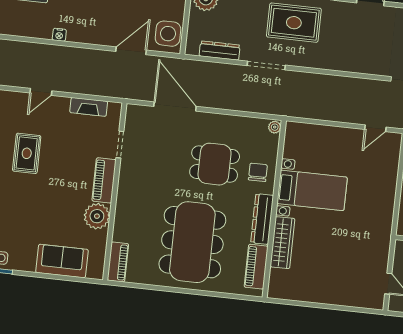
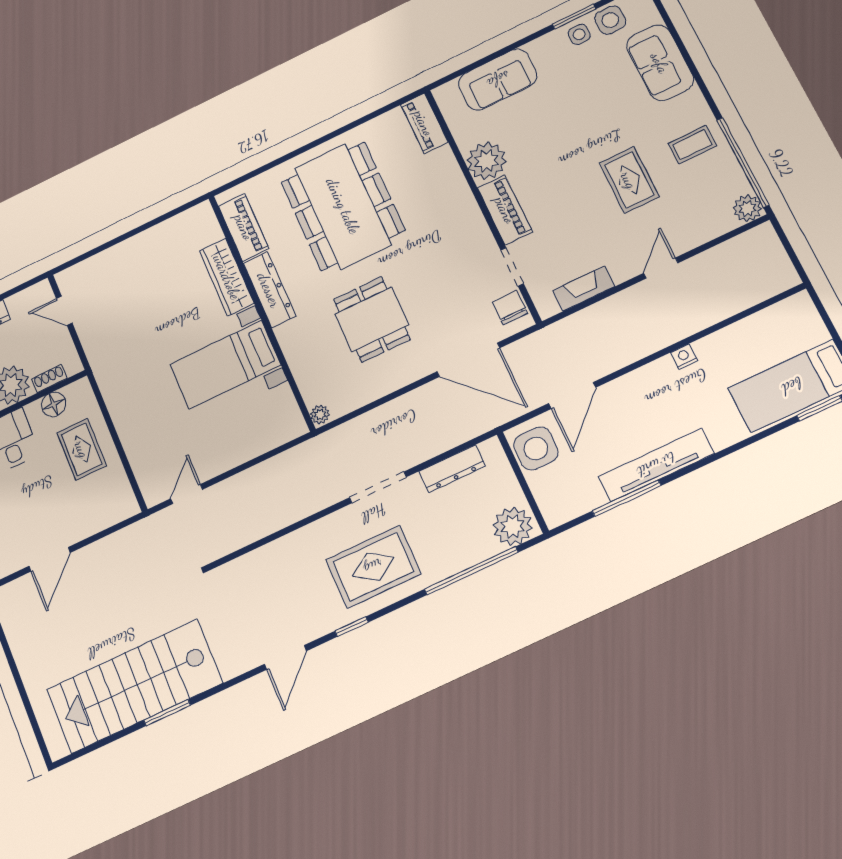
dining table: (215, 164) -> (372, 319), turned 90
chair: (258, 172) -> (510, 308), moved, turned 180

